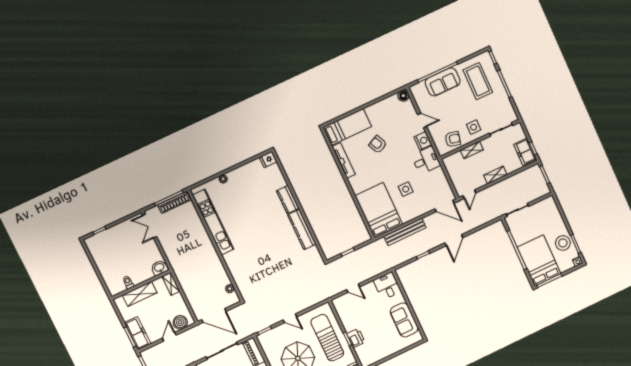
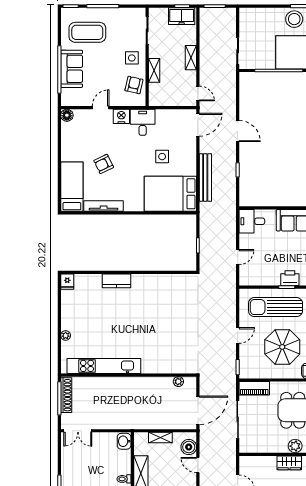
kitchen counter: (302, 230) -> (153, 281), removed
shelving: (171, 284) -> (160, 438), moved

